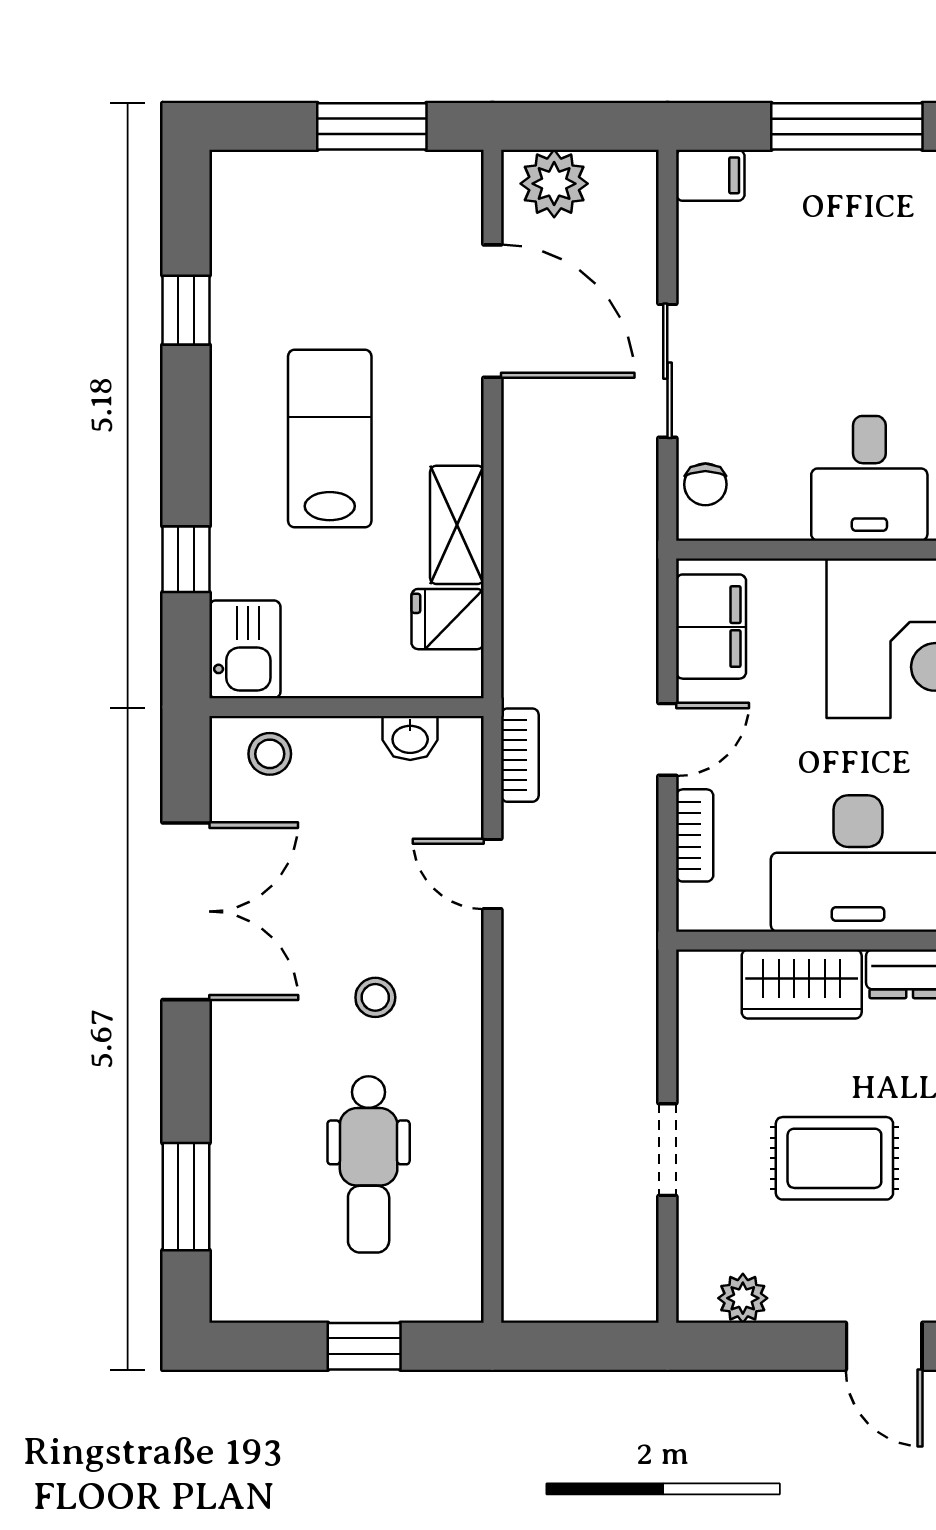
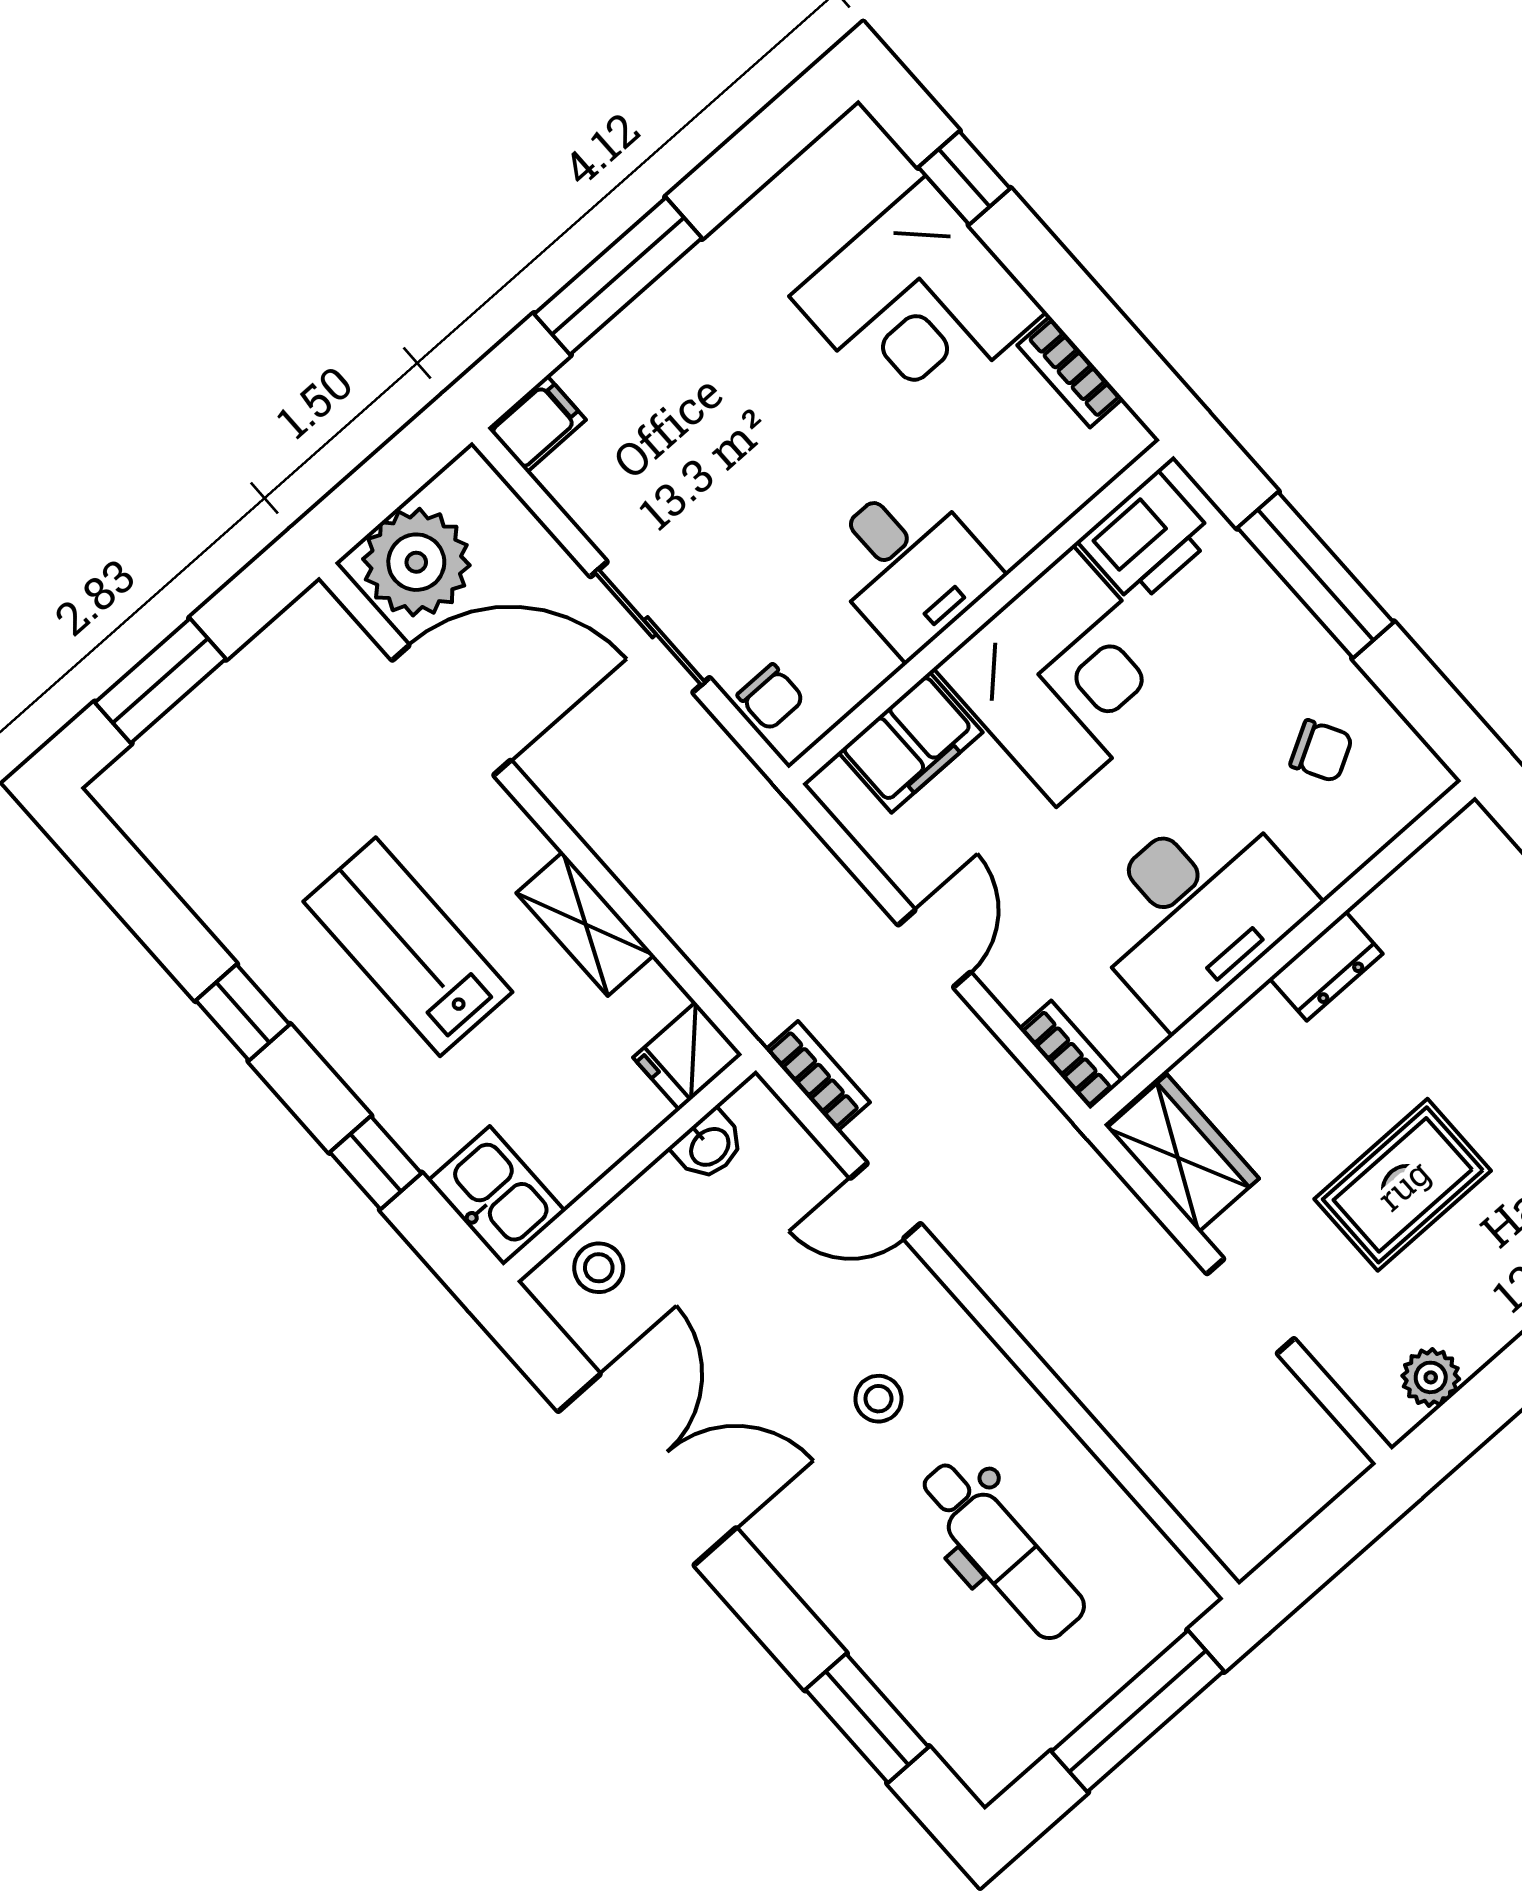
window: (372, 126) -> (160, 681), moved
plant: (554, 184) -> (416, 562), width x1.36, depth x1.36
window: (186, 310) -> (243, 1013), moved
fridge: (448, 619) -> (688, 1056), moved
filing cabinet: (711, 627) -> (910, 742), moved, turned 90
bookcase: (695, 835) -> (1071, 1055), moved
wardrobe: (802, 984) -> (1183, 1153), moved, turned -90
window: (364, 1346) -> (1138, 1711), width x2.17

